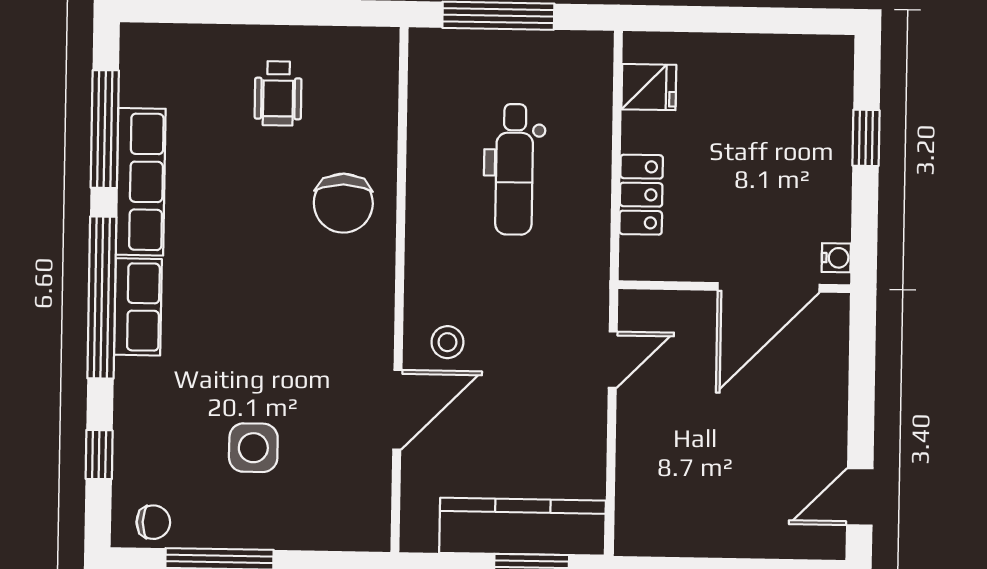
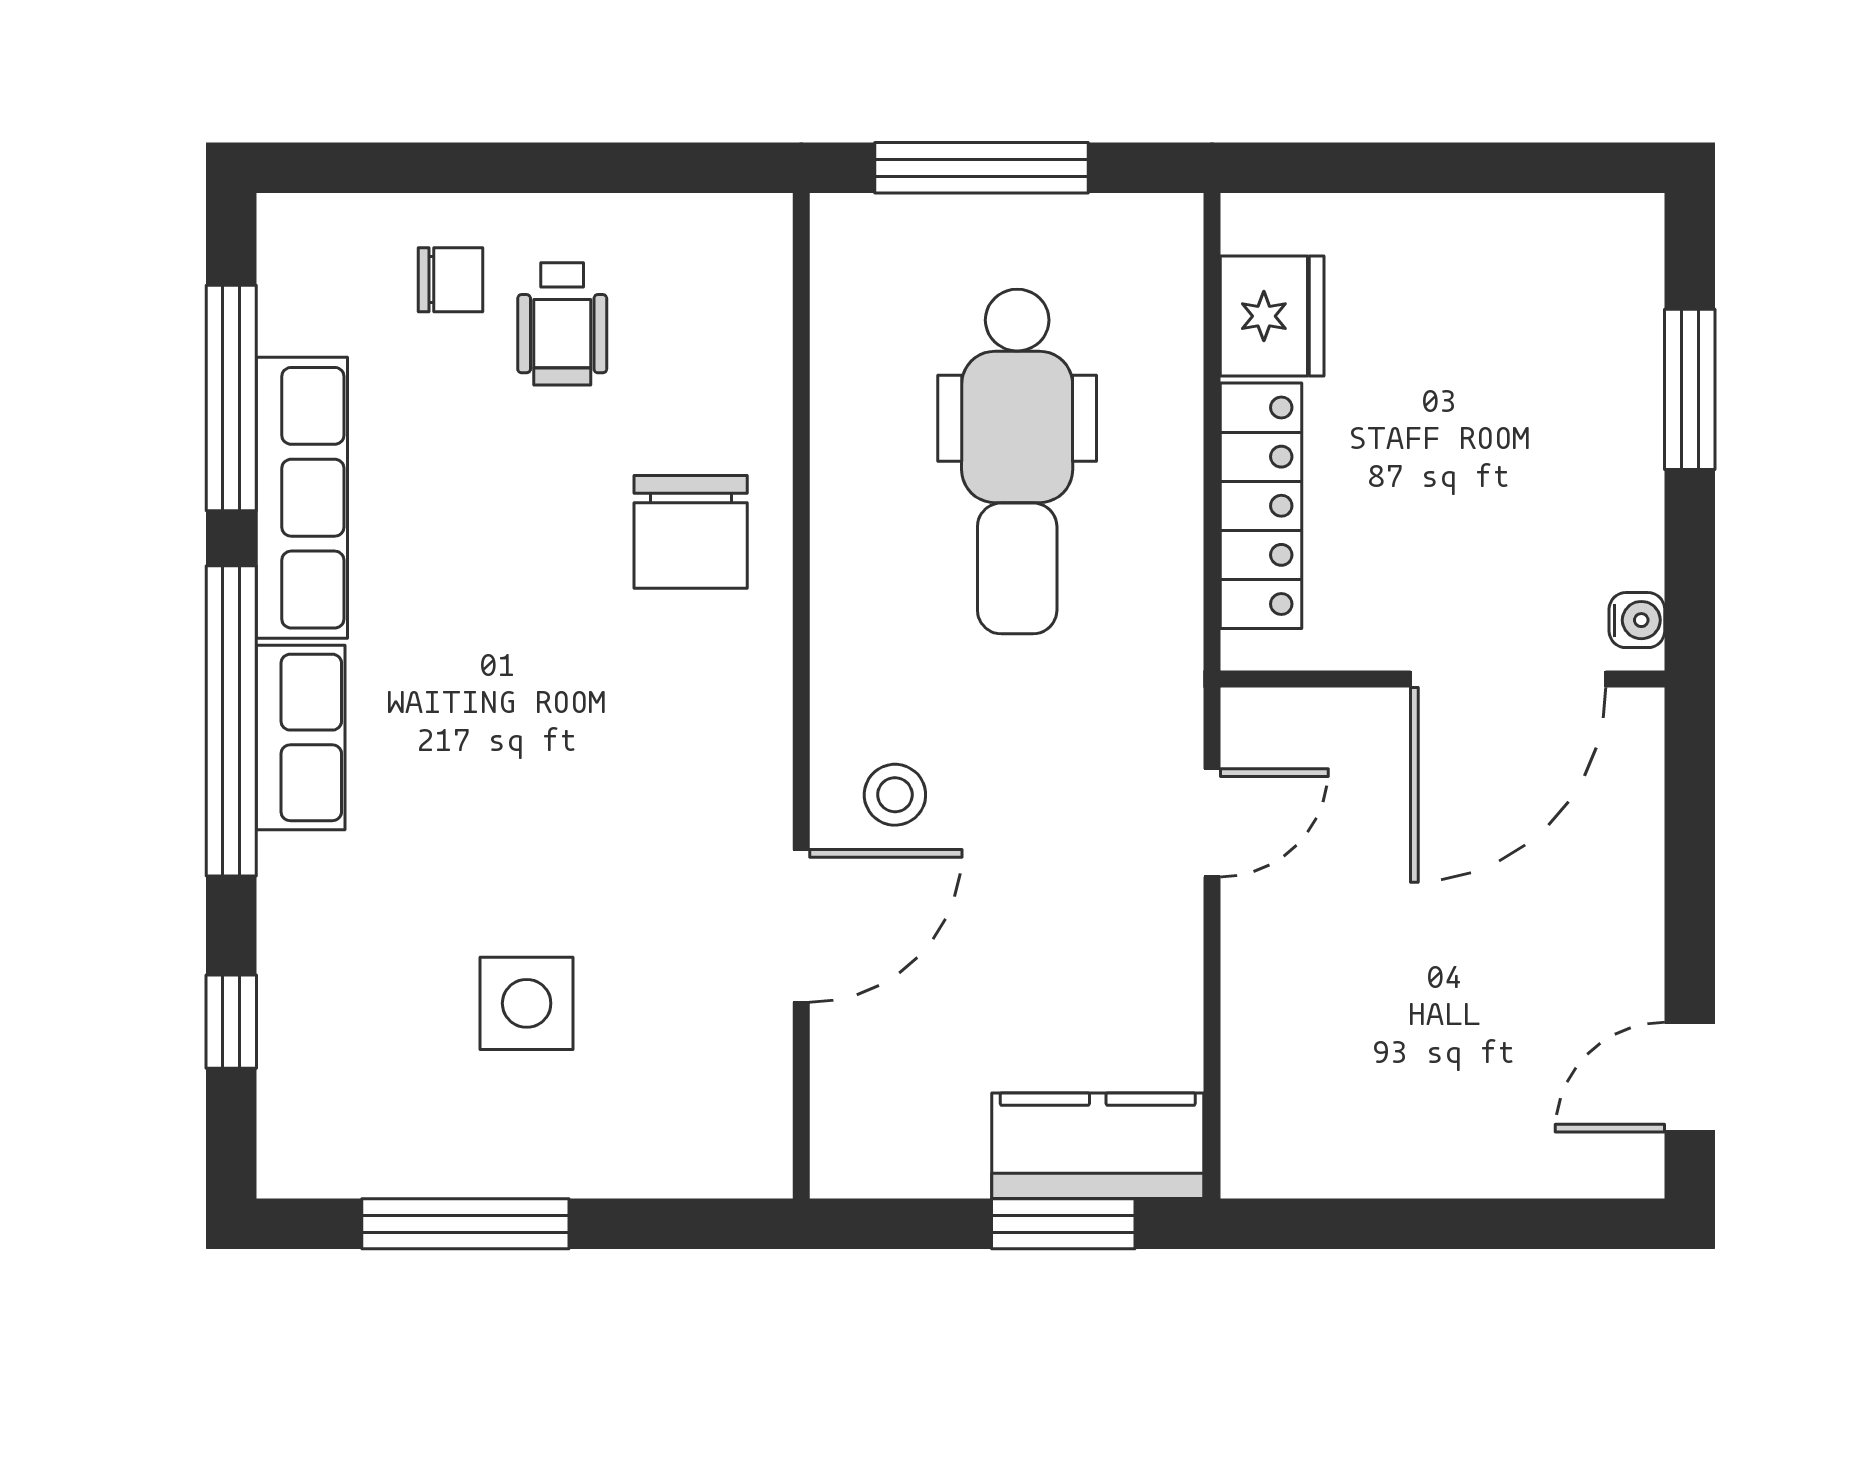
fridge: (649, 87) -> (1272, 316), width x1.38
window: (866, 138) -> (1690, 389), width x1.50
dental chair: (514, 169) -> (1017, 461), width x1.36, depth x1.38
locker: (641, 195) -> (1261, 506), width x1.53
chair: (153, 522) -> (451, 280), moved
kitchen counter: (523, 527) -> (1098, 1146), width x0.67

